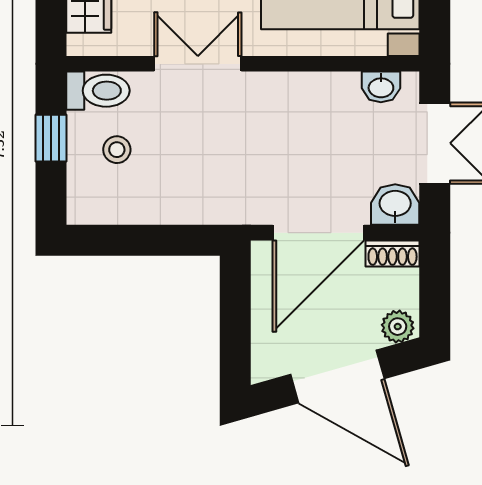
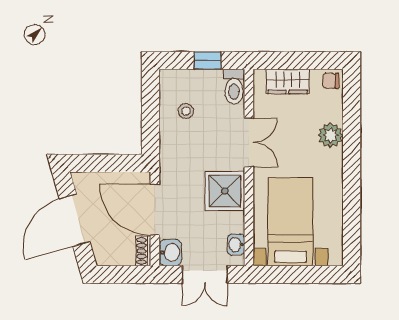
shower: (285, 107) -> (225, 191), added
stool: (117, 150) -> (186, 111), moved
plant: (398, 327) -> (102, 254), removed

